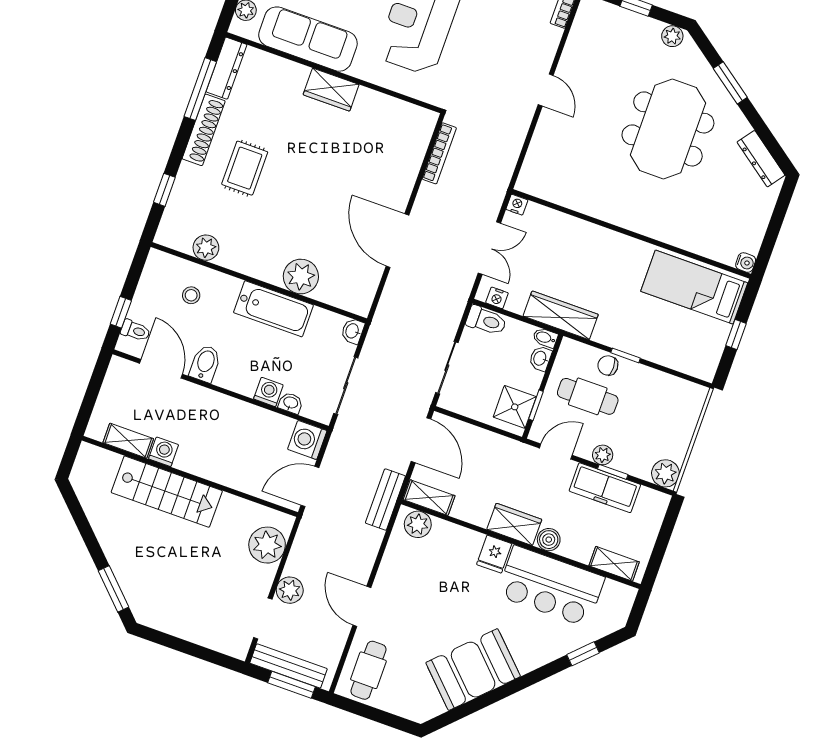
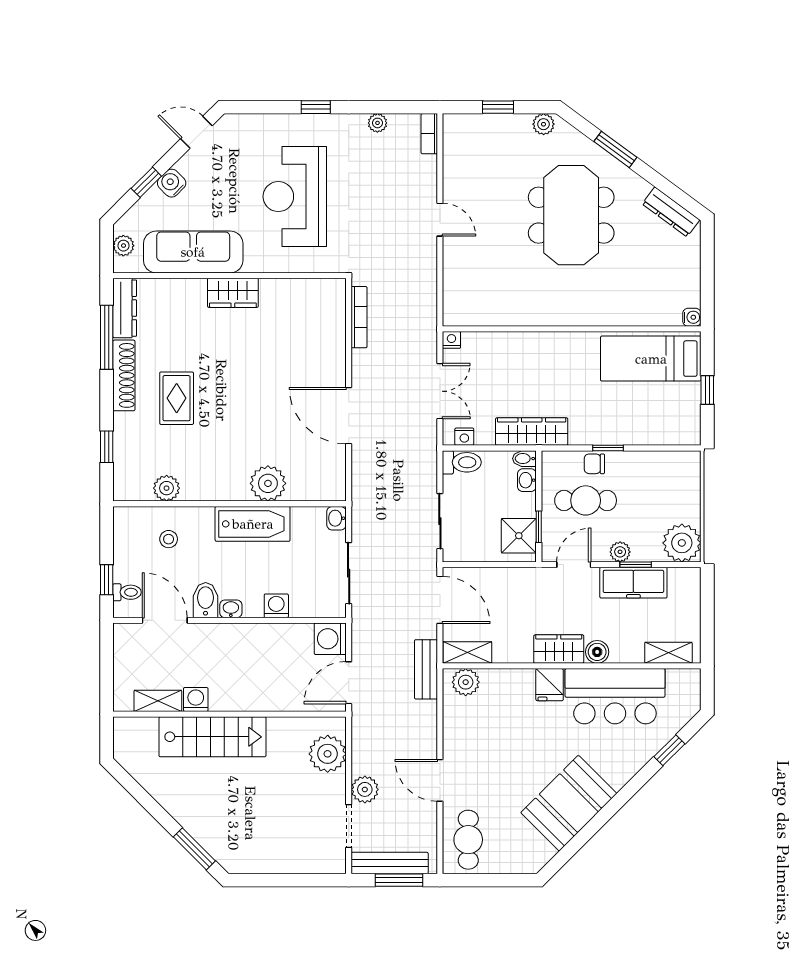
washbasin: (291, 403) -> (231, 609), moved
plant: (665, 473) -> (682, 543), width x1.36, depth x1.36

